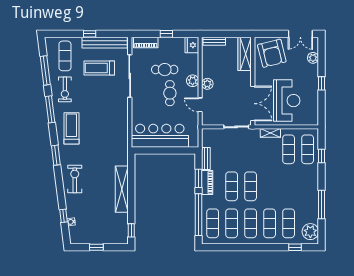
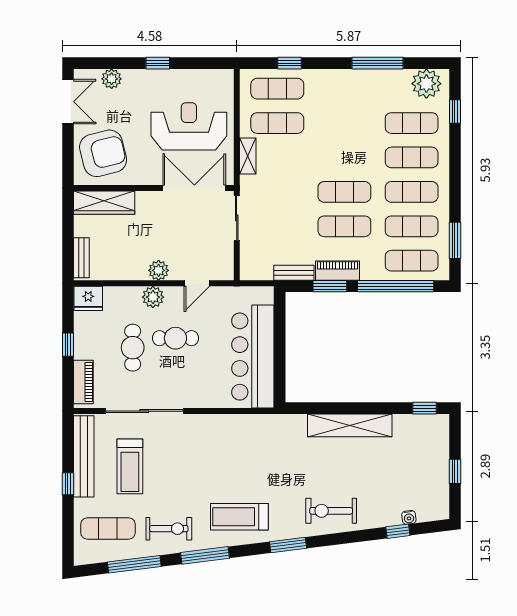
window: (224, 247) -> (455, 240), added

